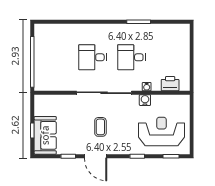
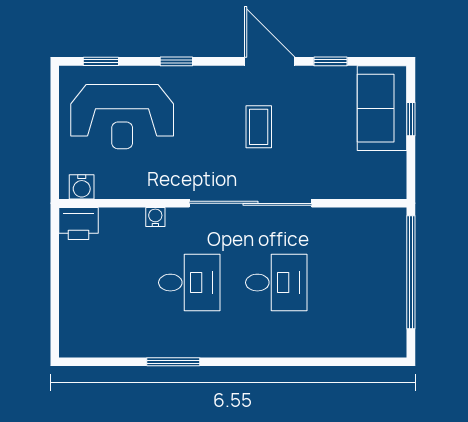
printer: (170, 84) -> (78, 224), moved
water cooler: (145, 100) -> (82, 187), moved

